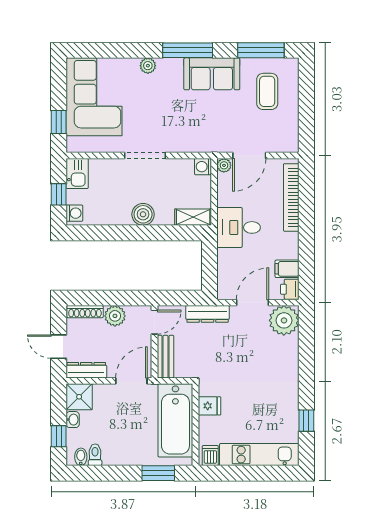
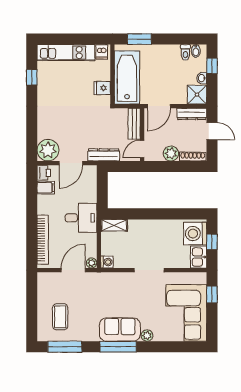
sofa: (212, 74) -> (120, 330), moved
washing machine: (74, 213) -> (195, 234), width x1.89, depth x1.89
boiler: (143, 214) -> (151, 227), removed

